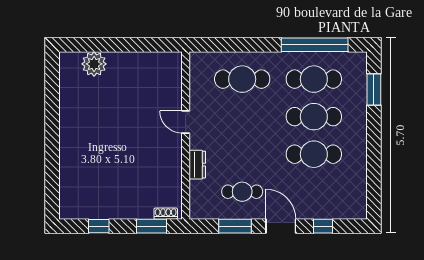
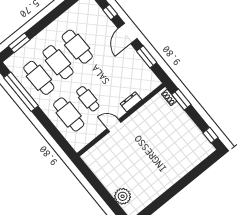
door: (186, 122) -> (114, 125), swing flipped
cafe table: (242, 192) -> (88, 99), moved
window: (99, 226) -> (210, 135), moved

